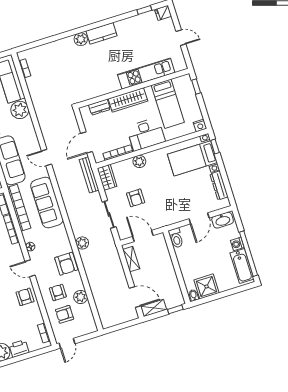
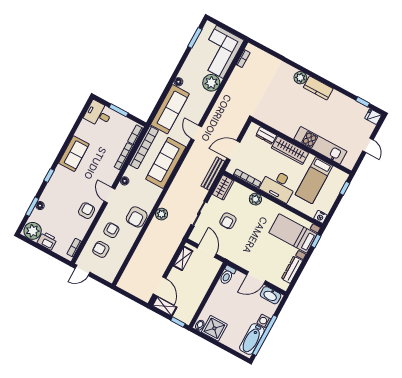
plant: (81, 297) -> (123, 249), removed

